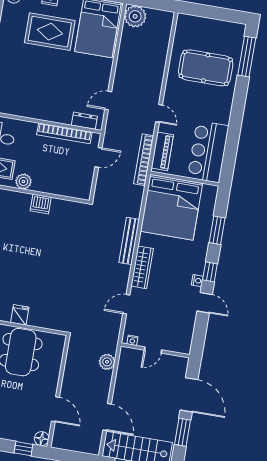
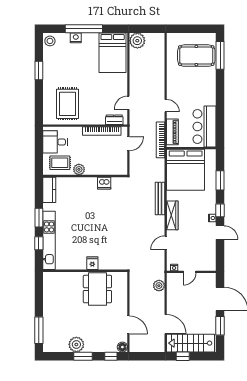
rug: (50, 32) -> (67, 104), moved, turned 90
pool table: (206, 68) -> (196, 56), moved
dishwasher: (41, 204) -> (104, 183), moved

